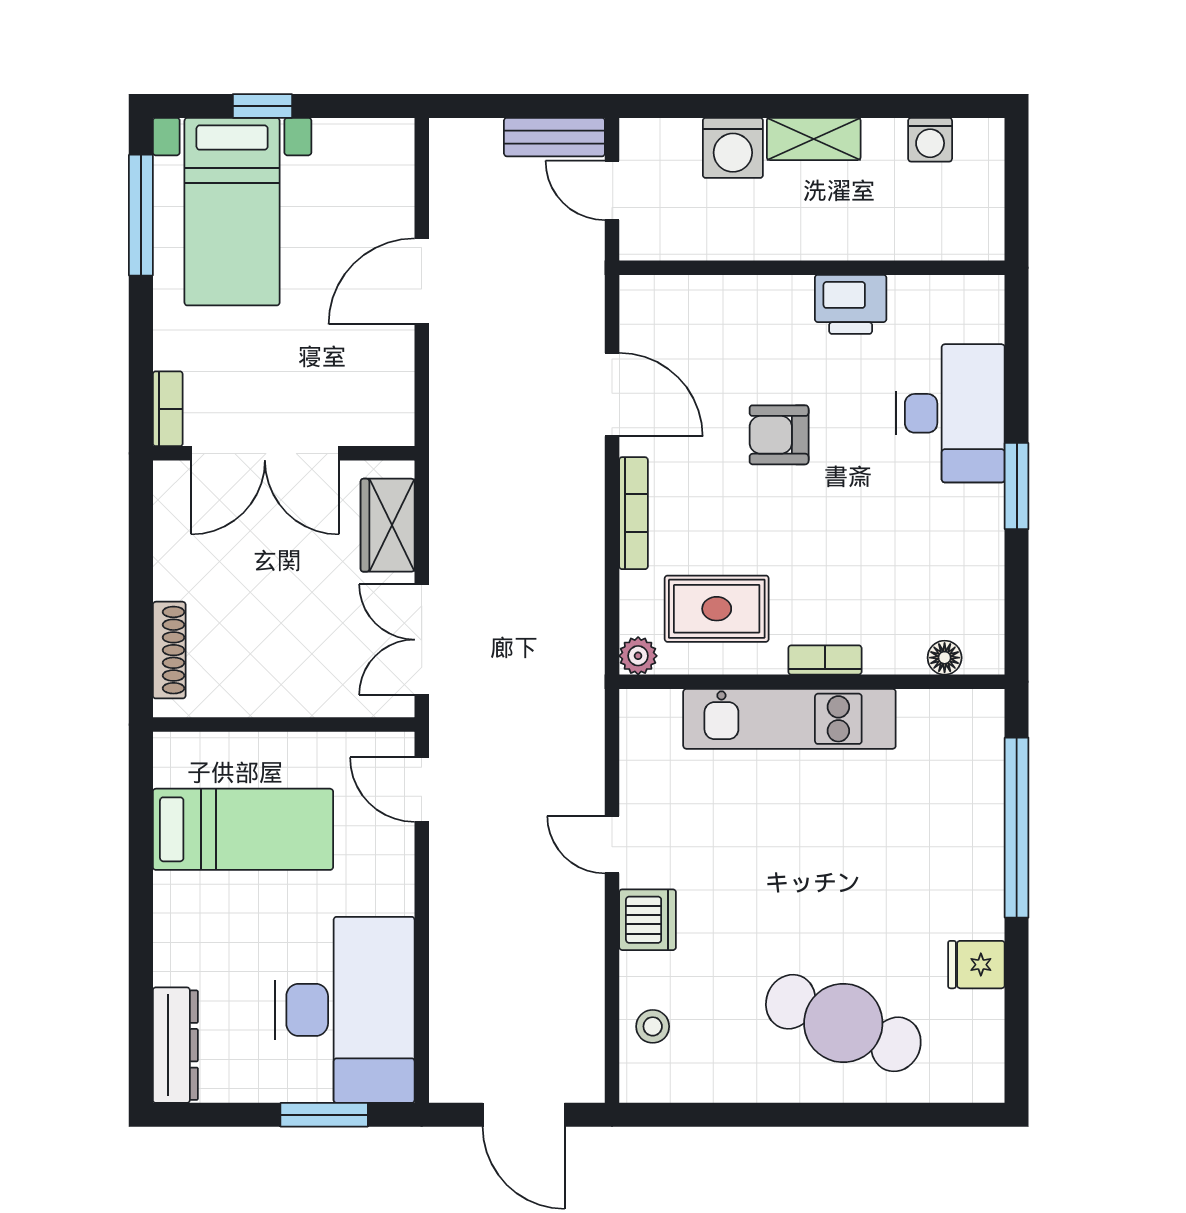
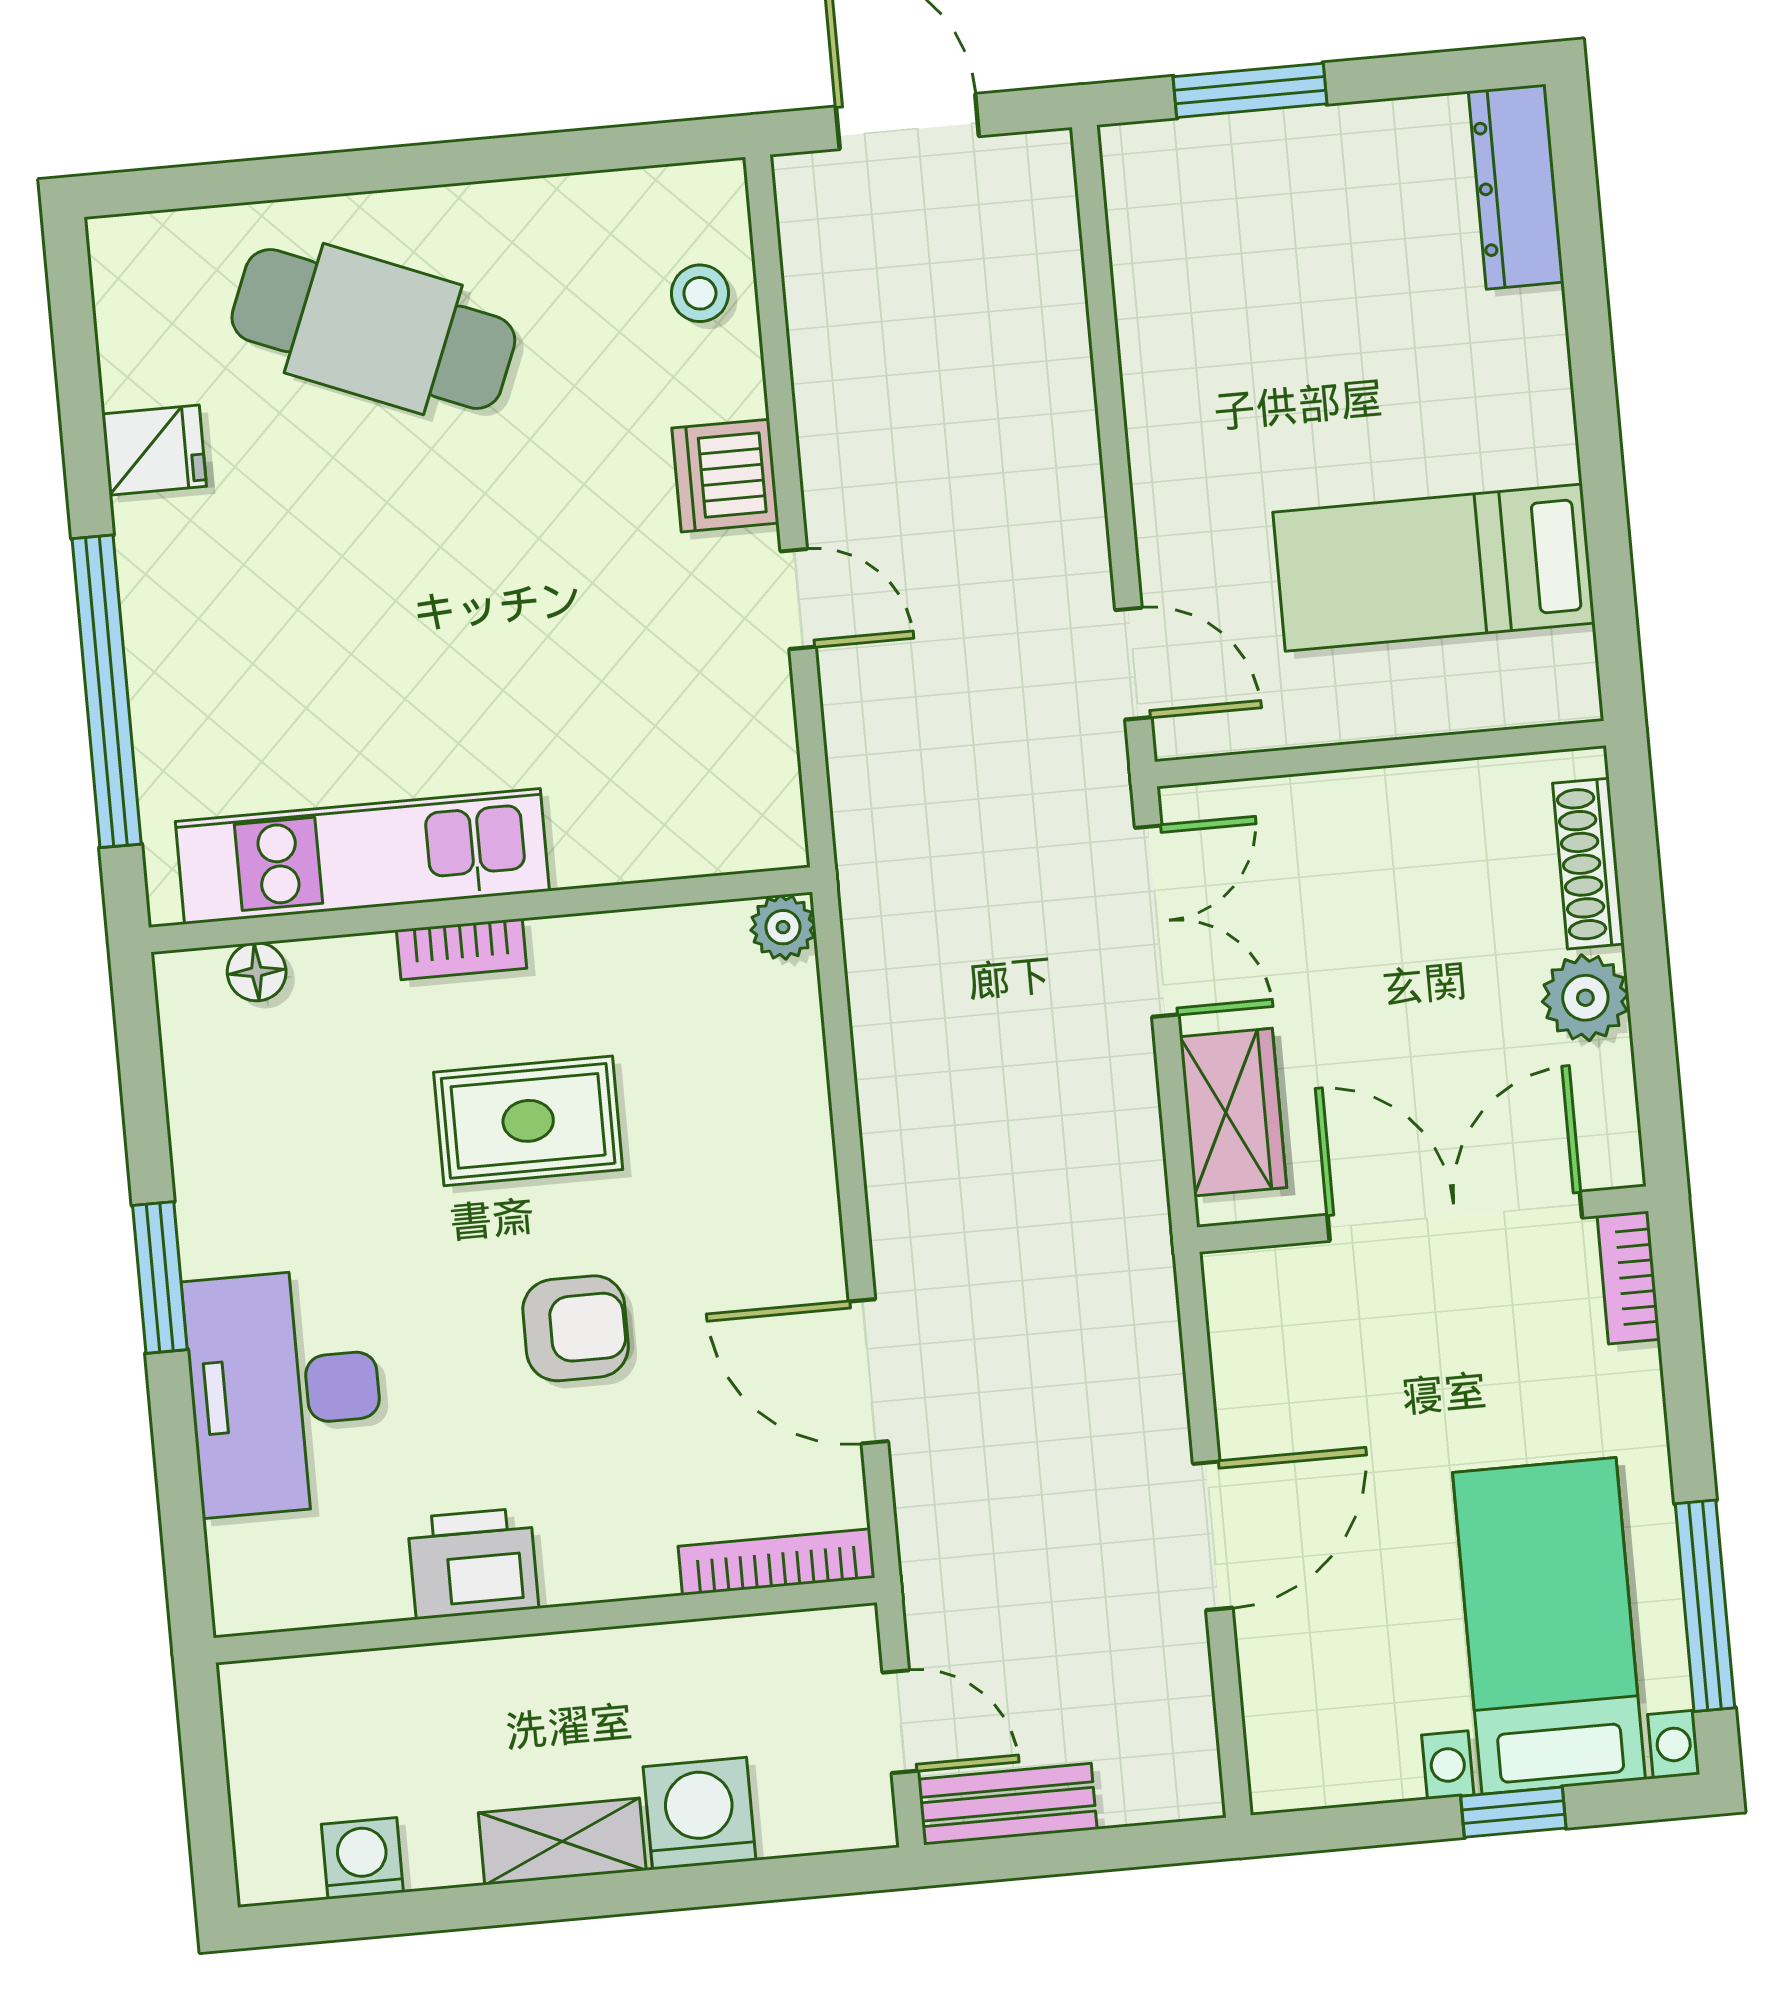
bookcase: (634, 513) -> (776, 1562), moved, turned 90
plant: (178, 573) -> (1585, 998), added
rug: (717, 609) -> (528, 1121), moved
kitchen unit: (789, 719) -> (362, 856), moved
desk: (345, 1010) -> (1231, 274), removed

